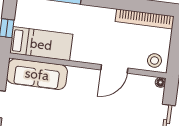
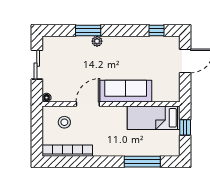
stool: (154, 61) -> (64, 122), moved
sofa: (37, 74) -> (126, 91), moved

